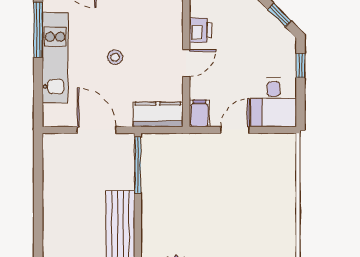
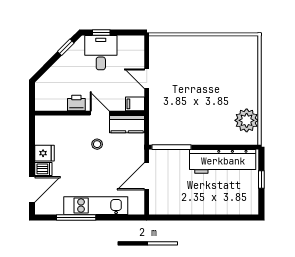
stool: (115, 57) -> (97, 144), moved
desk: (274, 102) -> (101, 53), moved, turned -90
kitchen counter: (158, 114) -> (127, 124), moved, turned -90

